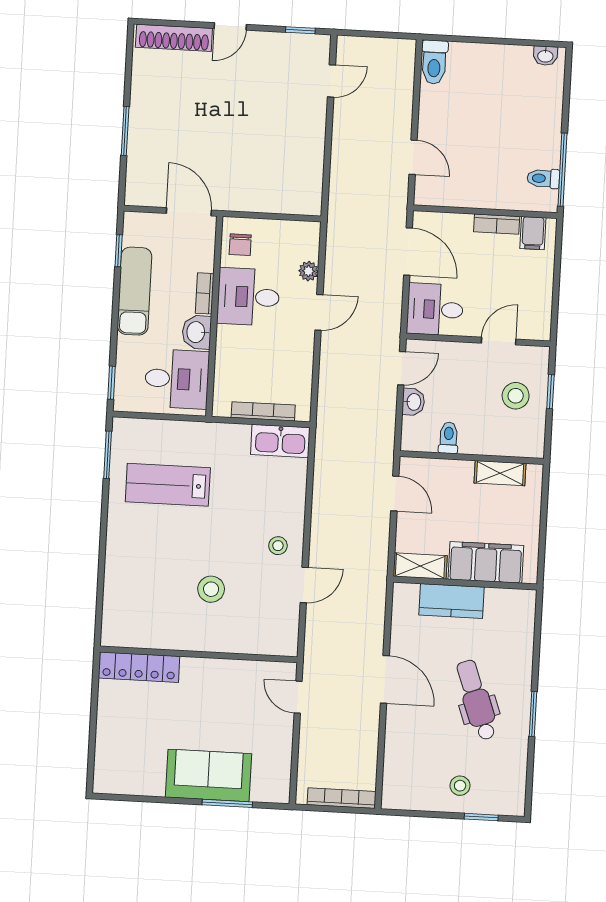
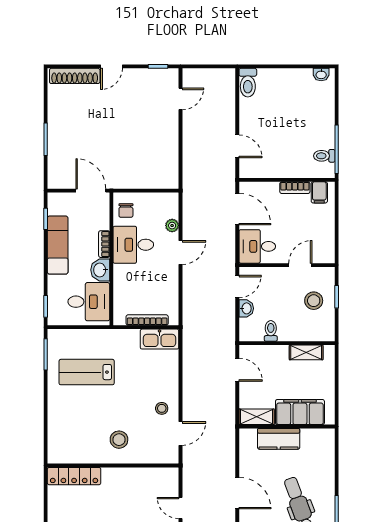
wall: (199, 654) -> (113, 465), moved
locker: (139, 667) -> (74, 476), moved

